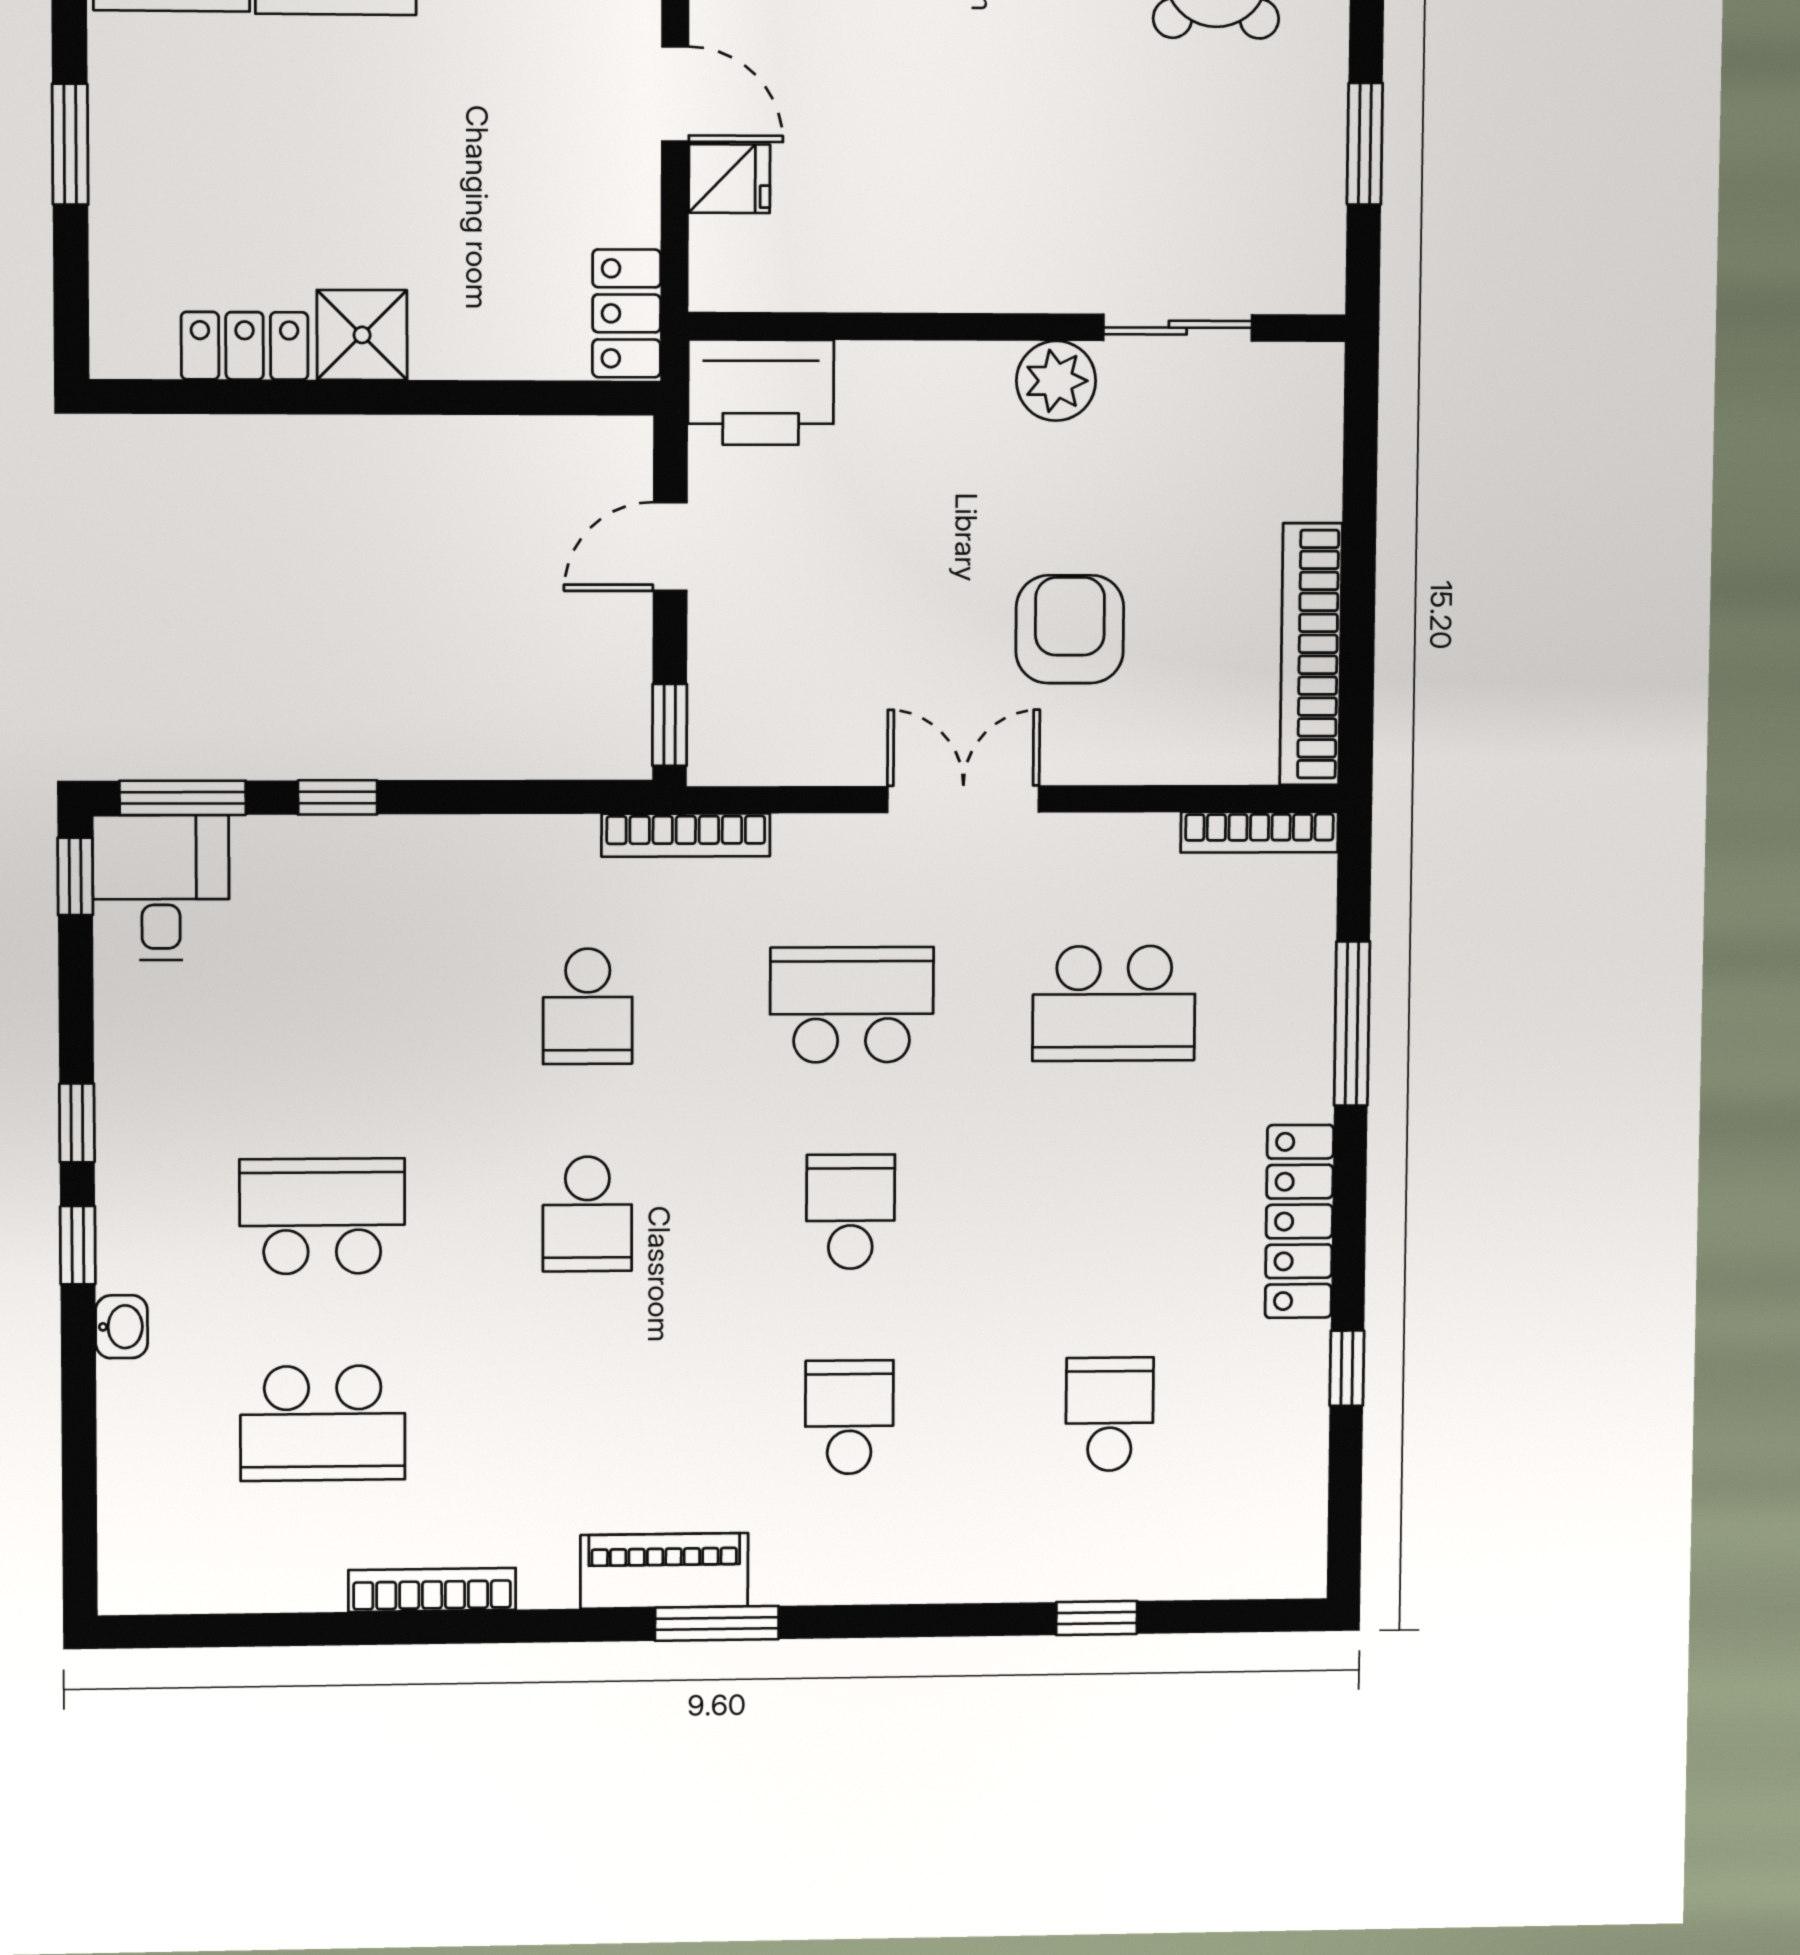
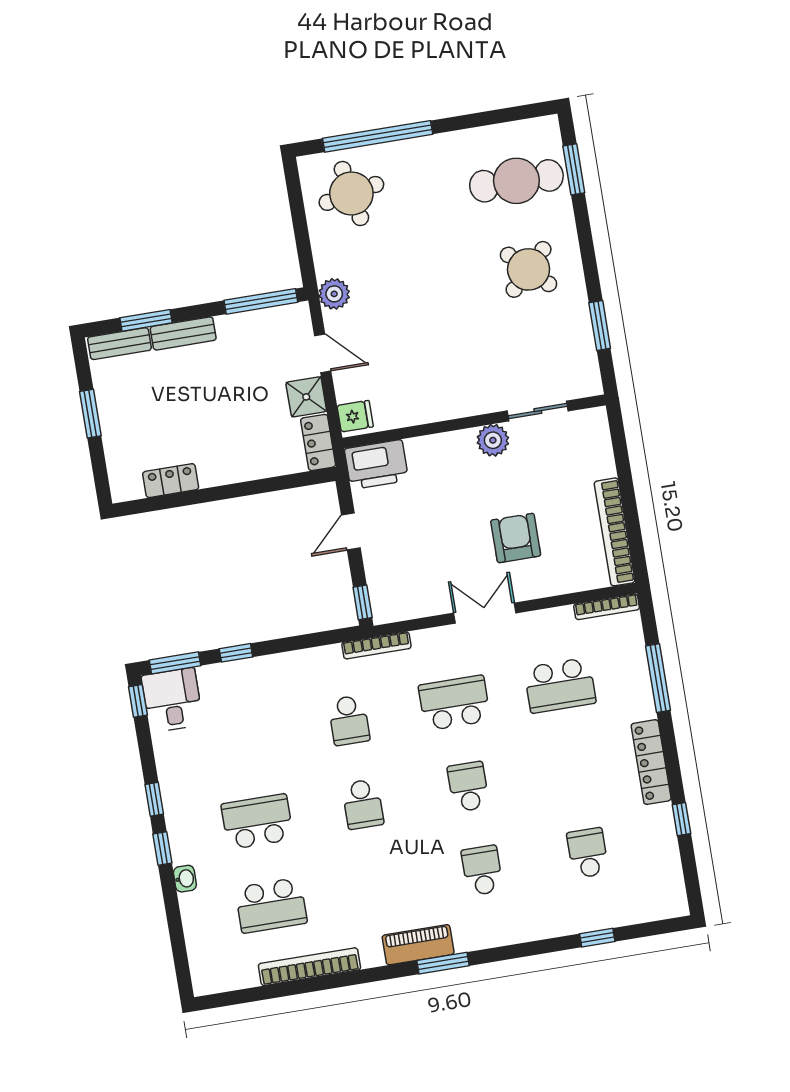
fridge: (729, 179) -> (355, 416), moved
shower: (362, 335) -> (306, 397), moved
bookcase: (432, 1590) -> (309, 967), width x1.48, depth x1.31

